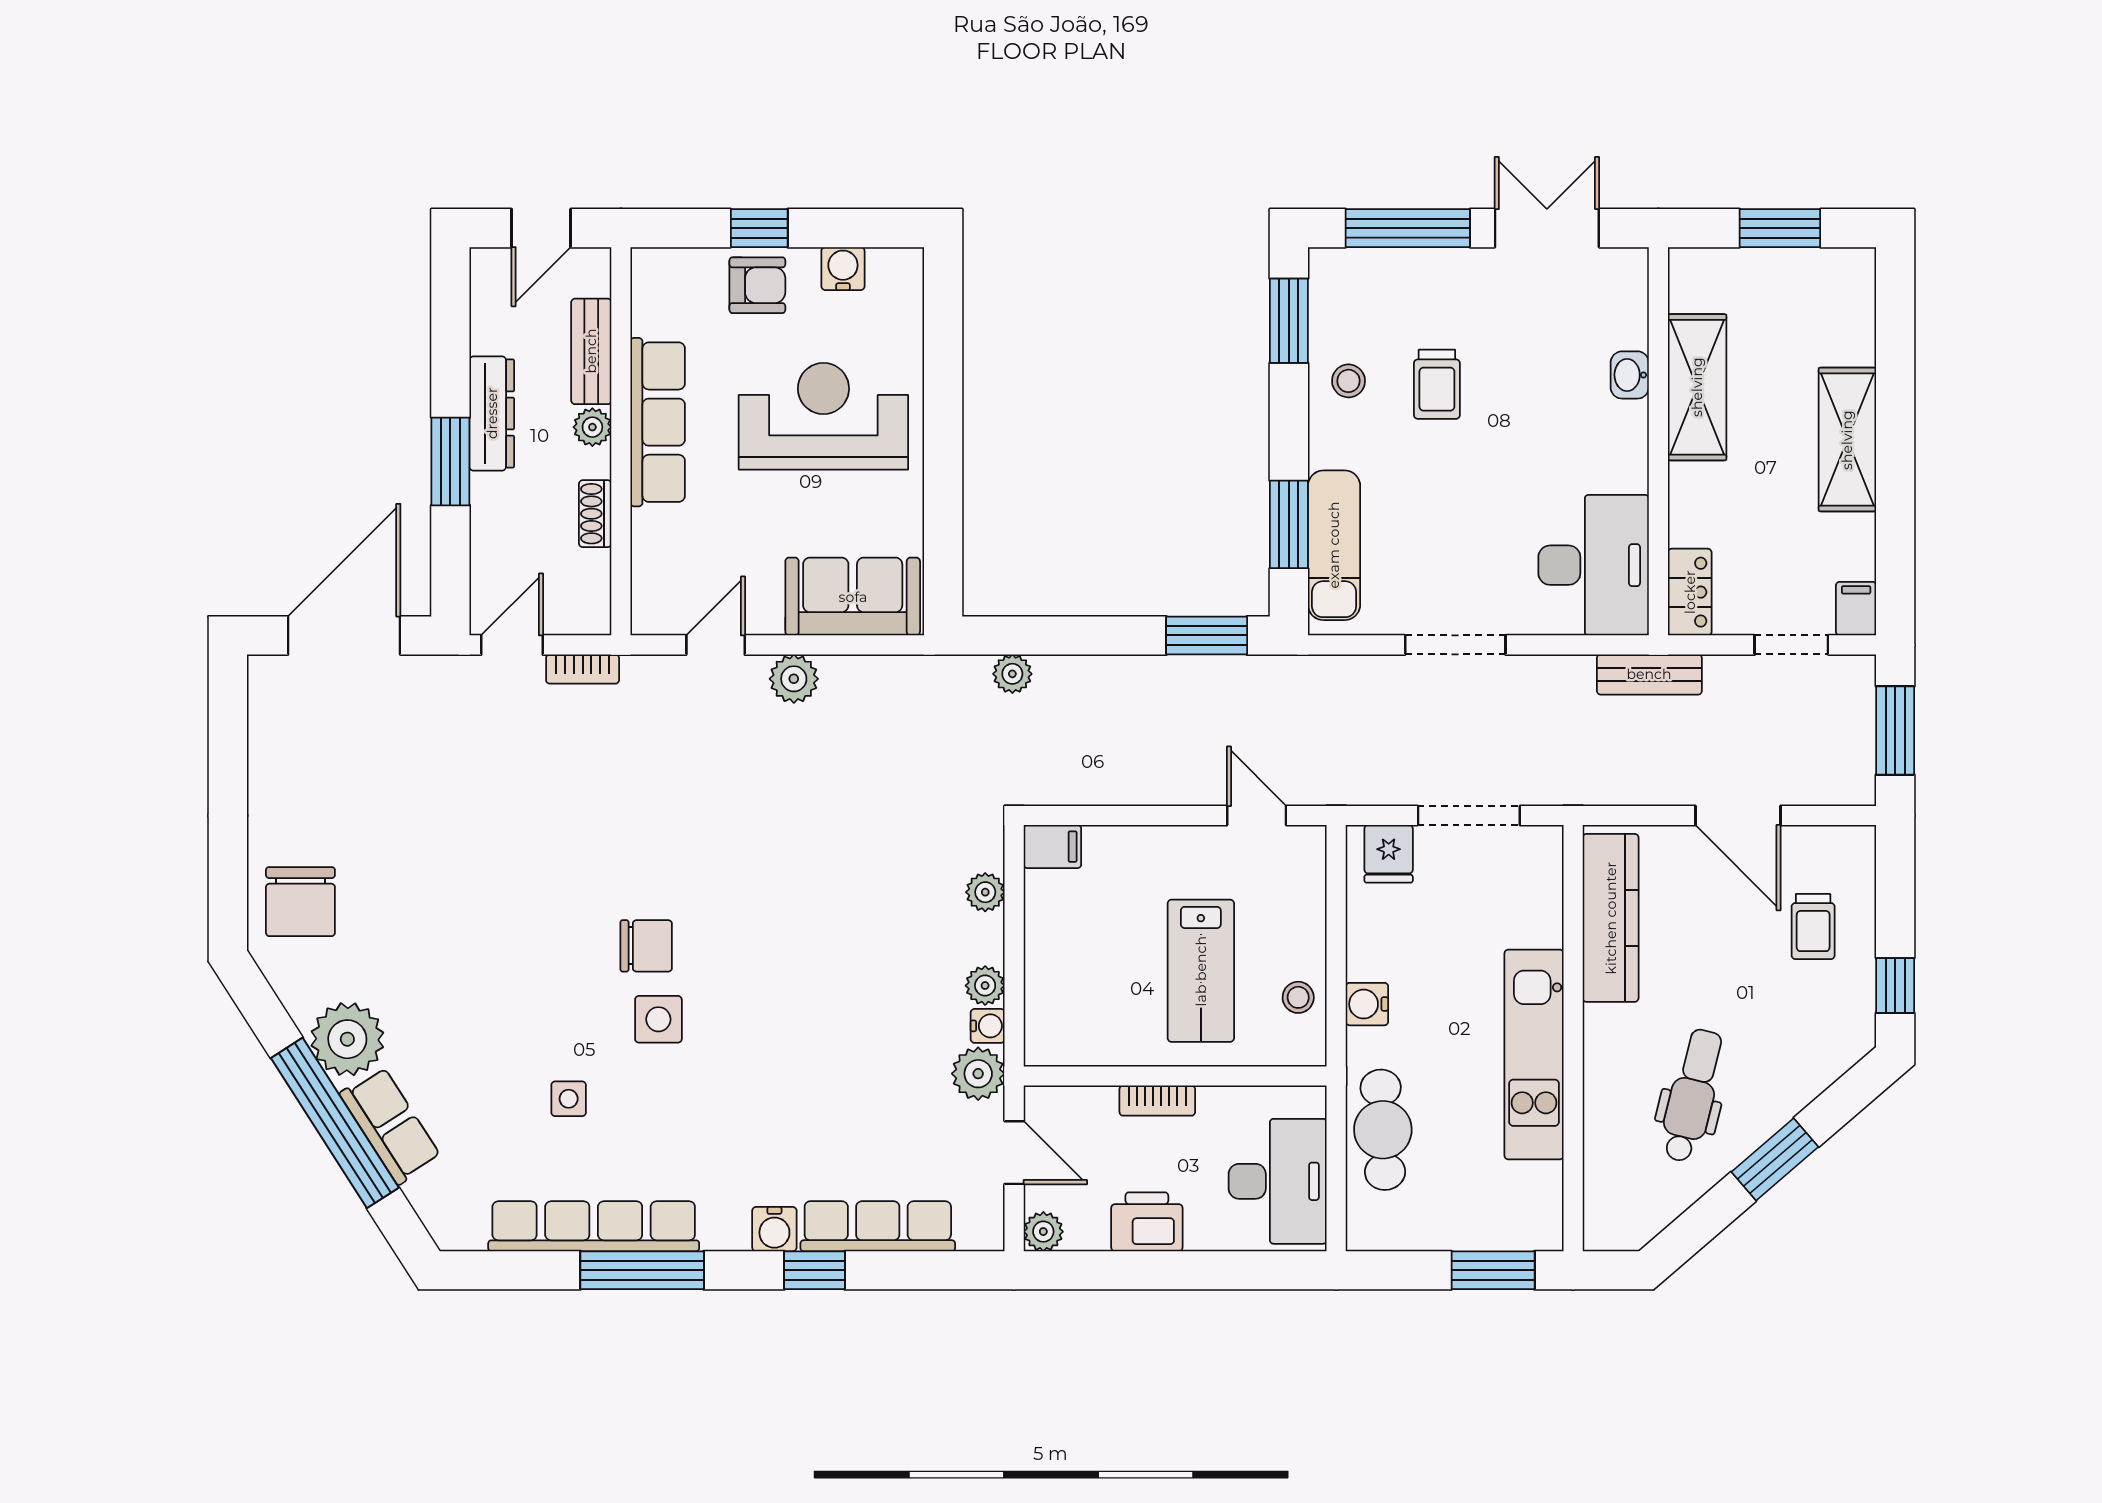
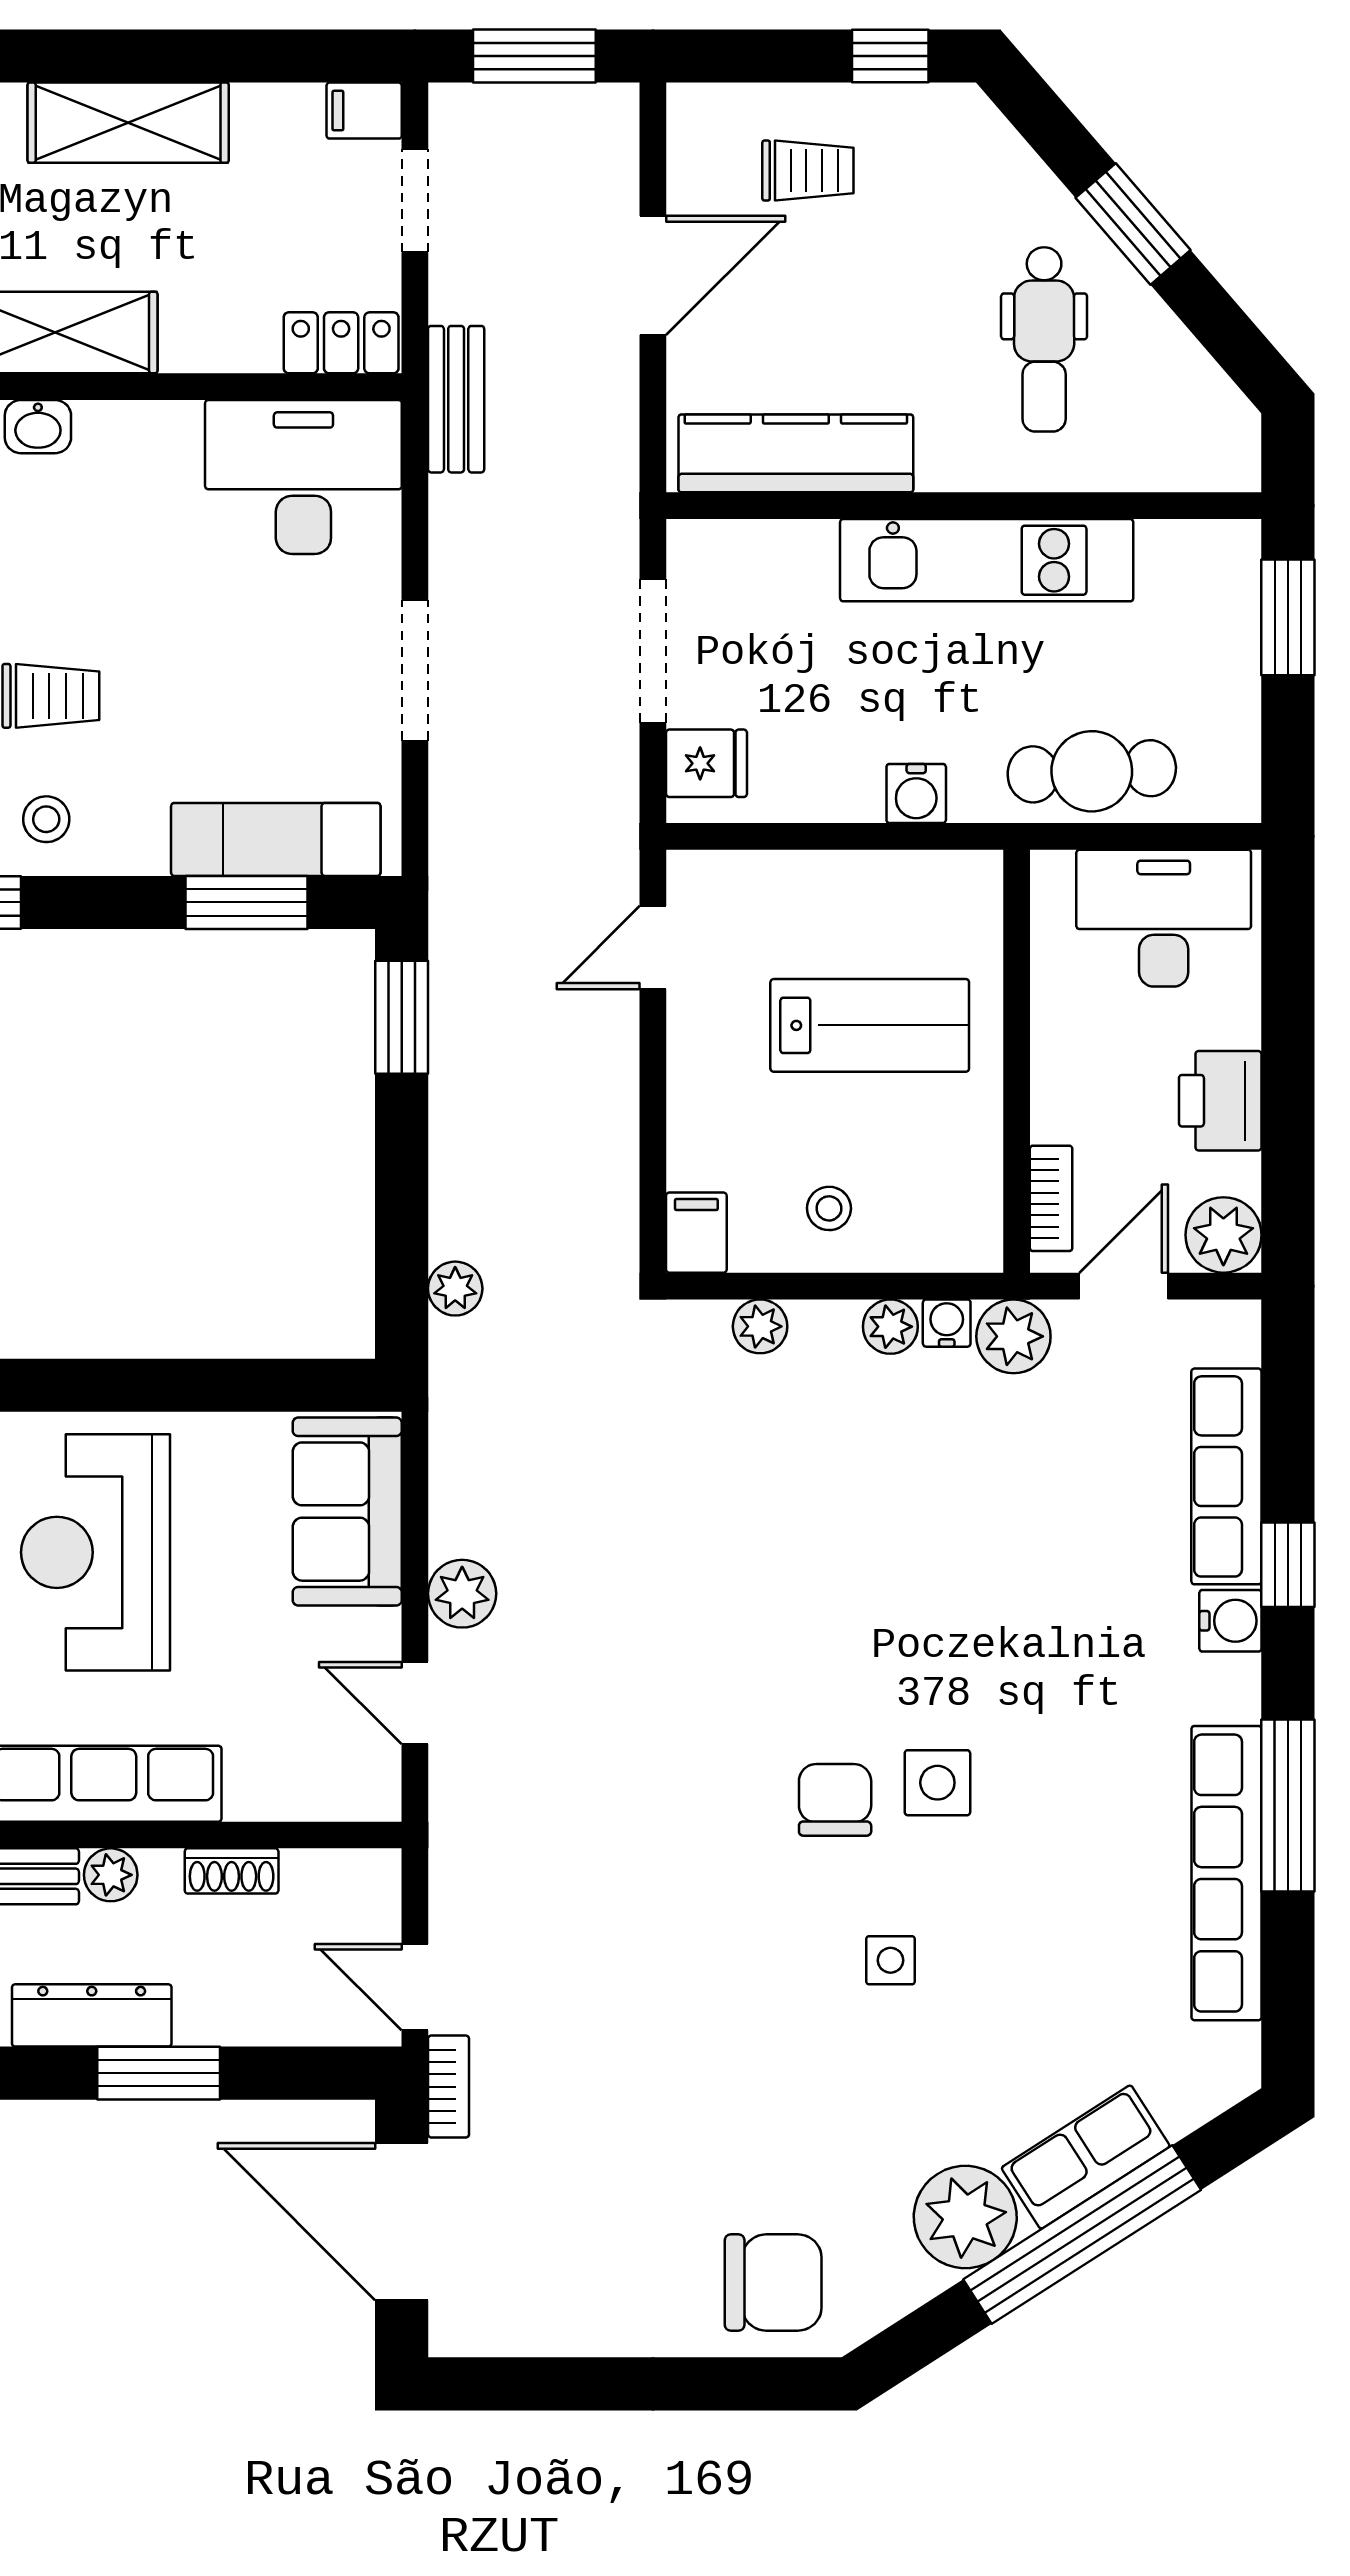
bookcase: (583, 669) -> (449, 2087), moved
stool: (1298, 997) -> (829, 1208), moved
dental chair: (1692, 1096) -> (1044, 339), turned -104
side table: (569, 1099) -> (891, 1960), moved
bookcase: (1157, 1101) -> (1051, 1198), moved
plant: (1043, 1232) -> (1223, 1235), width x1.38, depth x1.38

